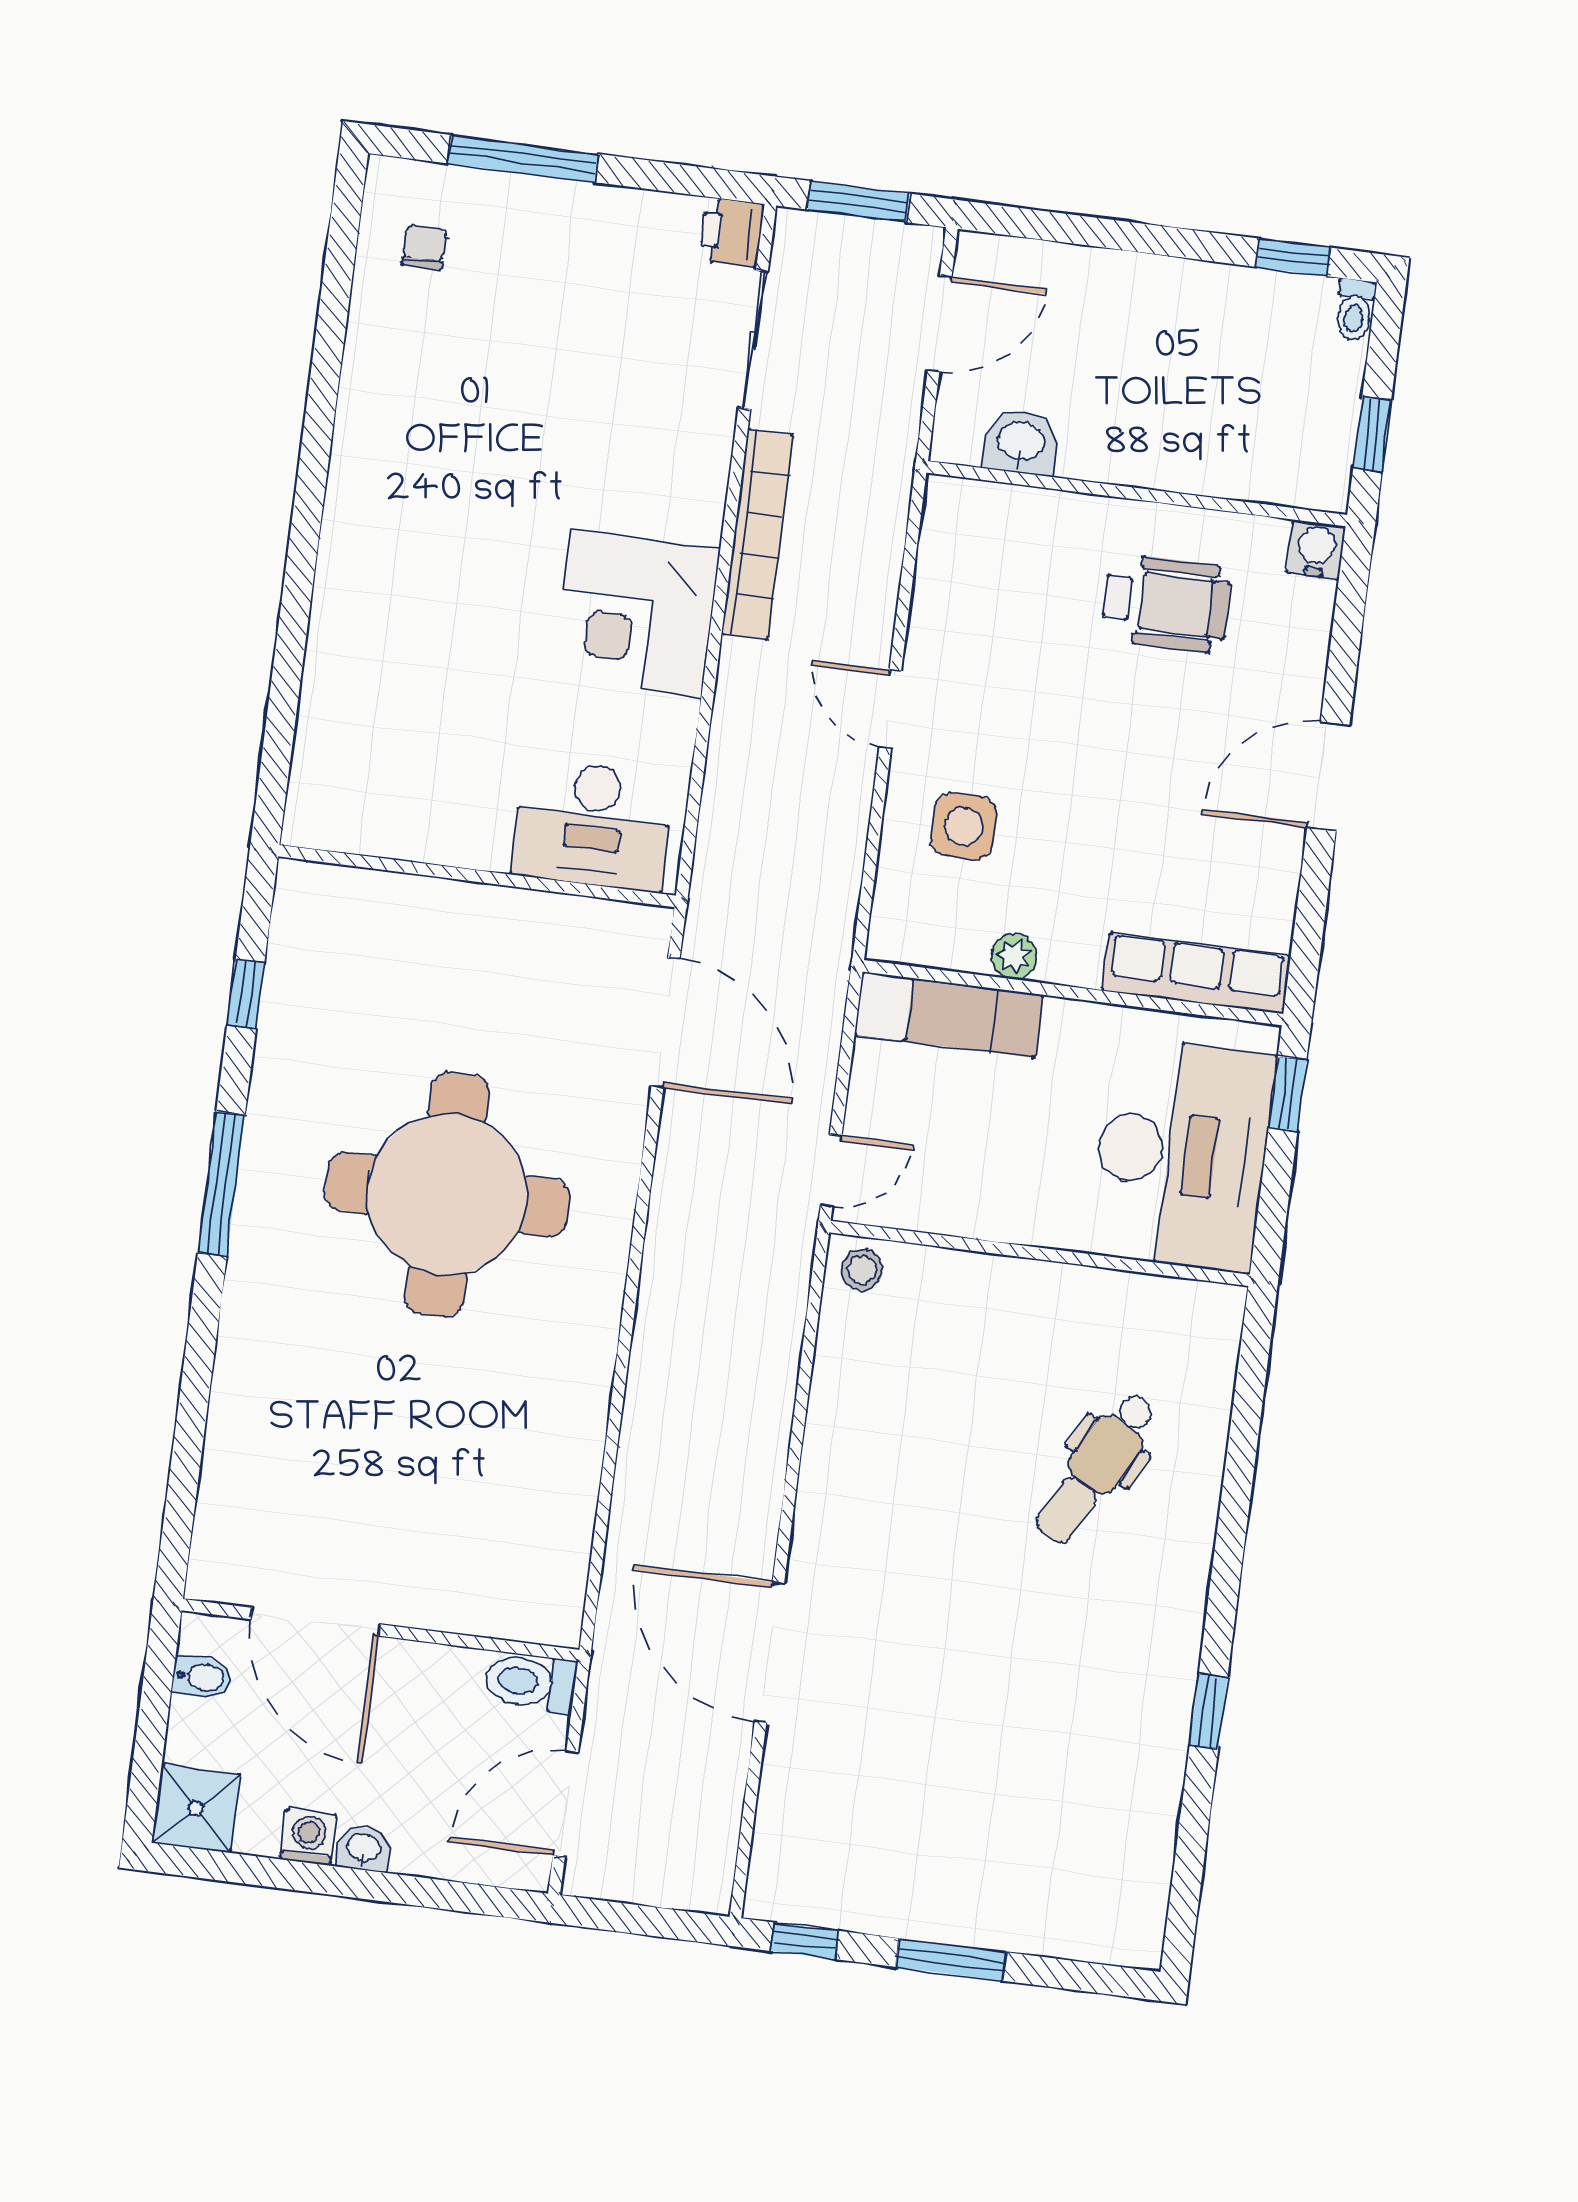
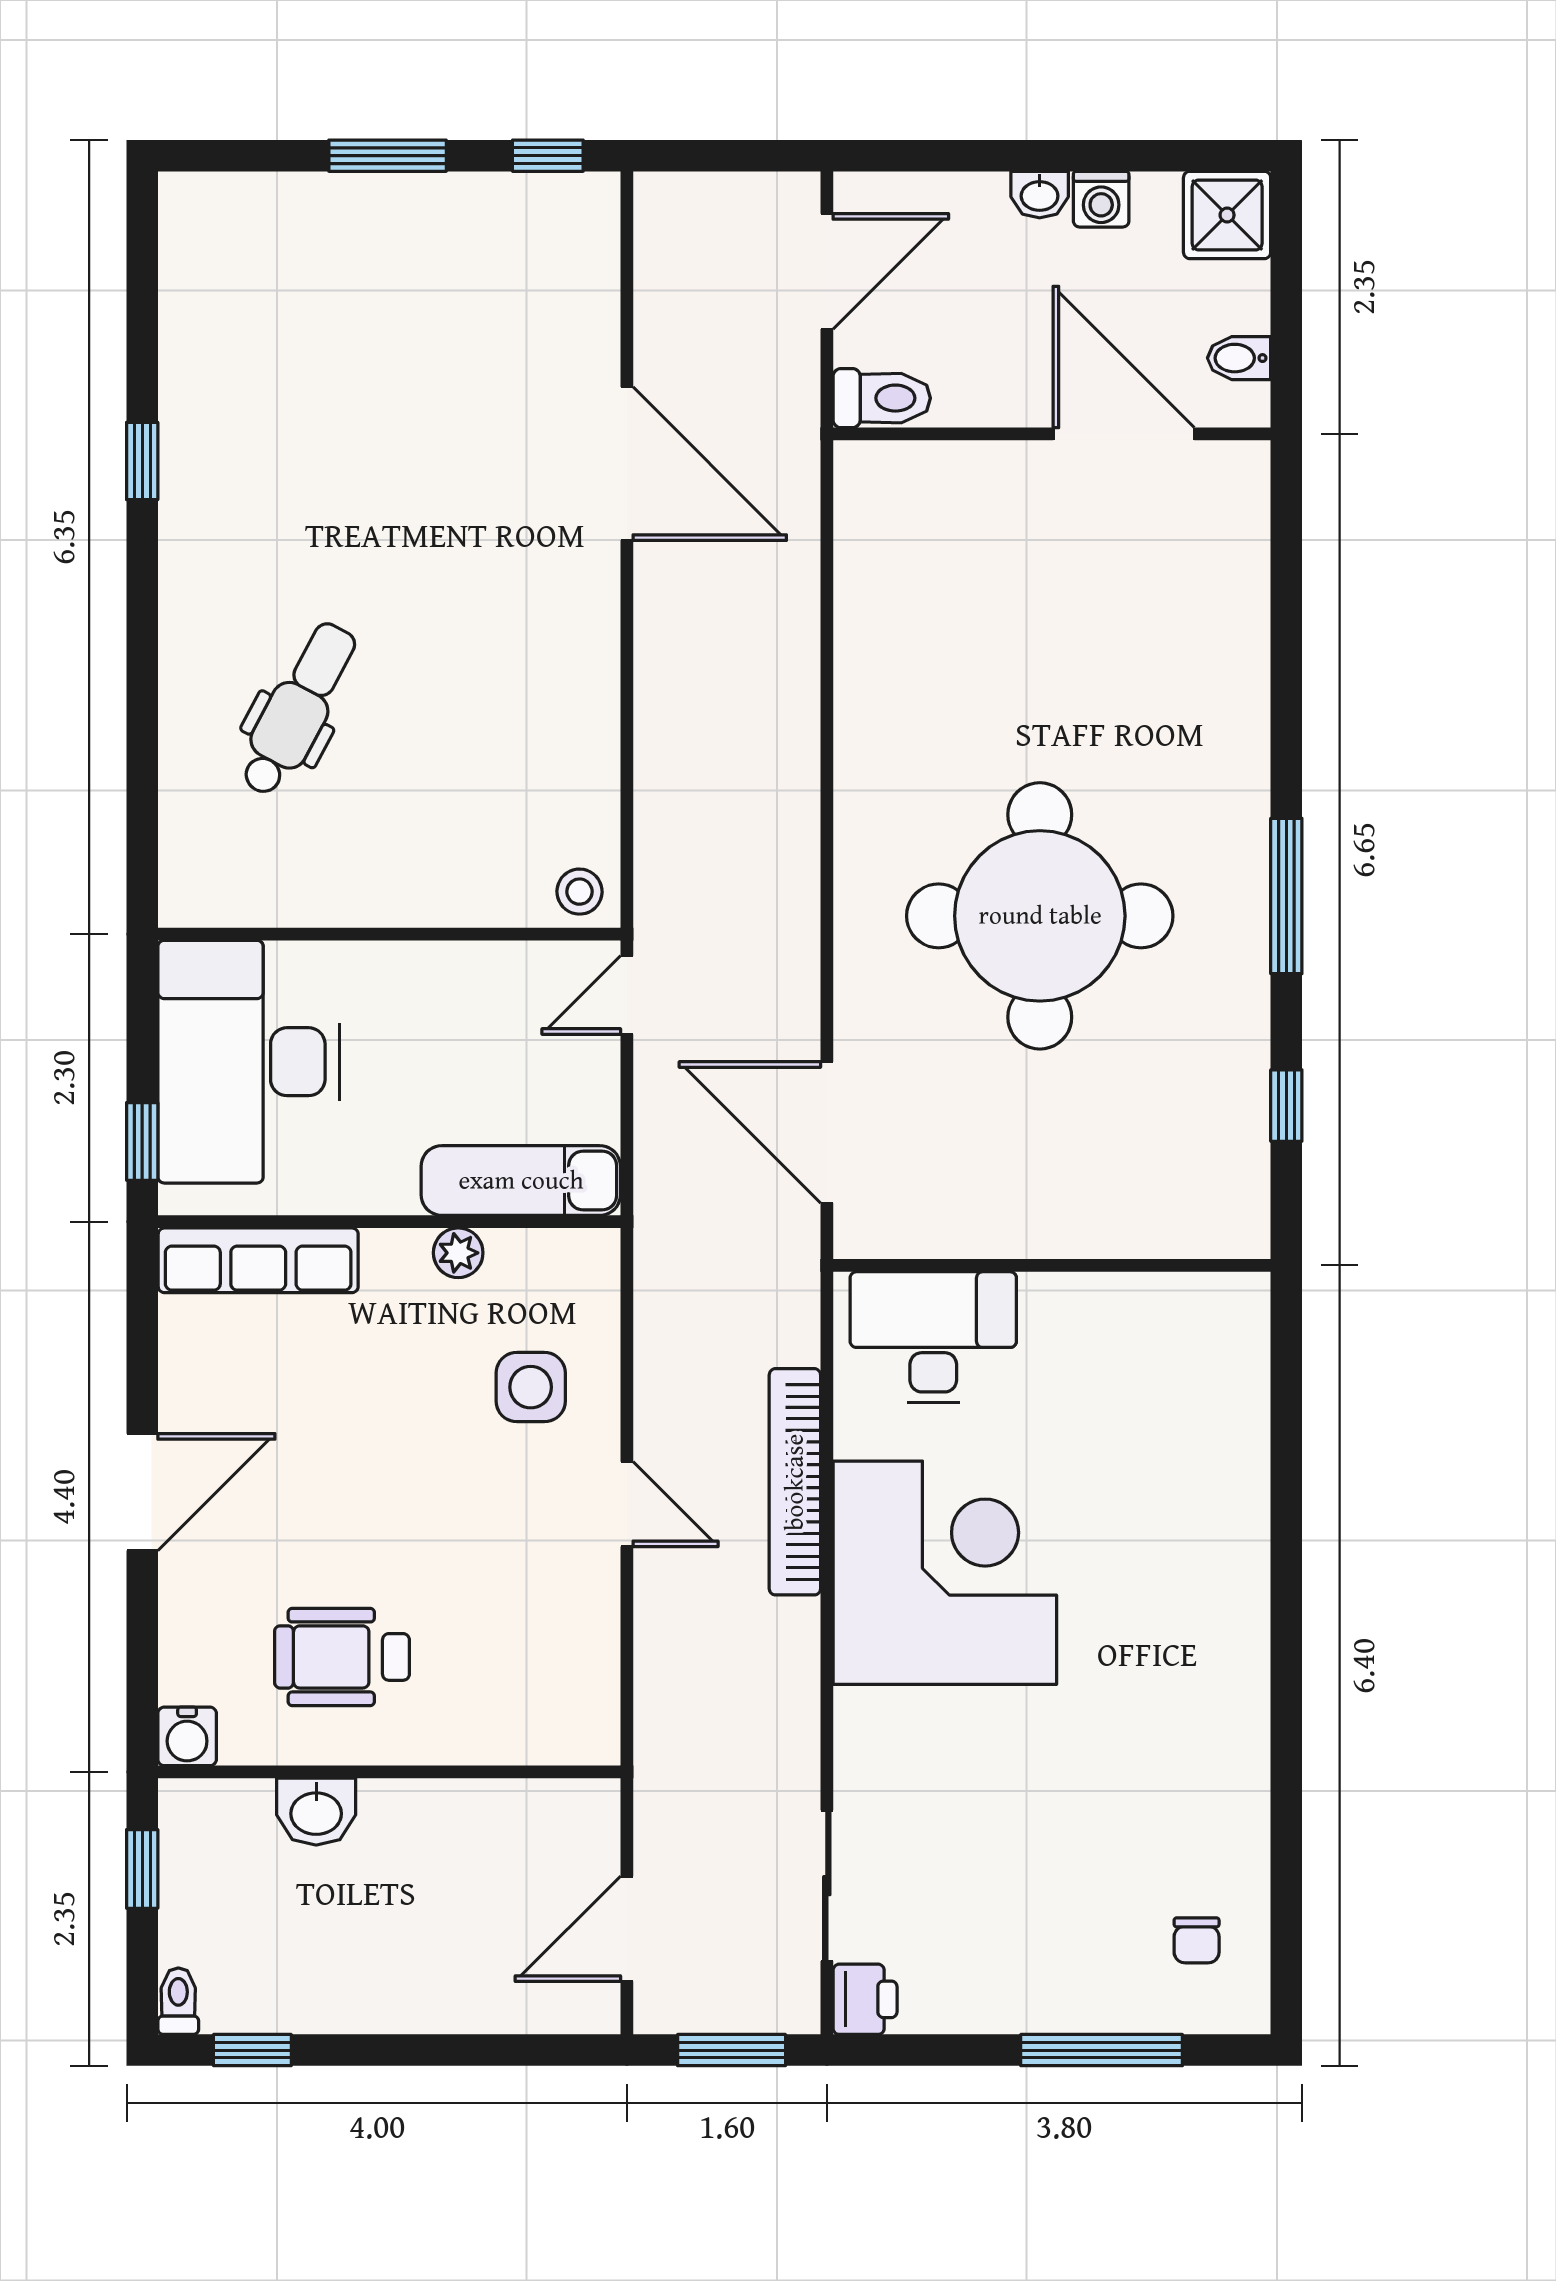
washbasin: (1021, 442) -> (316, 1812), moved
bookcase: (758, 534) -> (795, 1482), moved
corner desk: (637, 613) -> (945, 1573), width x1.36, depth x1.36

